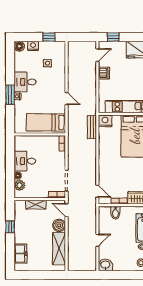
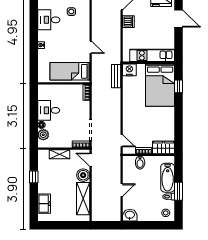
desk: (25, 82) -> (49, 20), moved
window: (10, 95) -> (34, 43), removed

